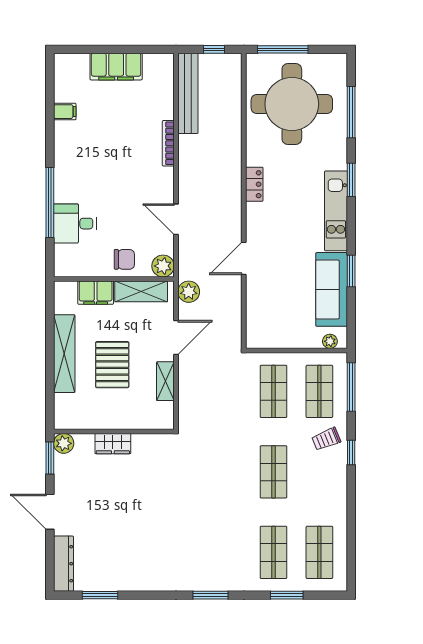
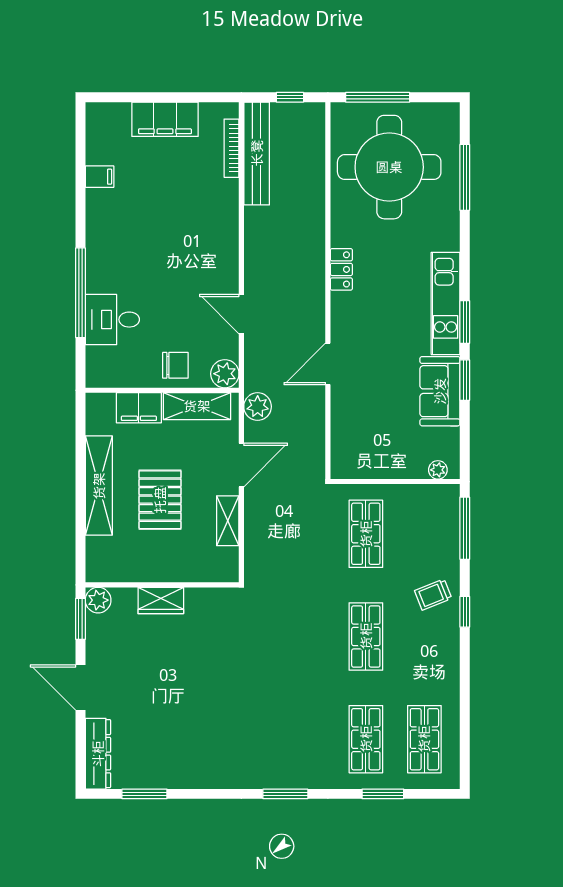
bookcase: (168, 143) -> (232, 148), moved
window: (351, 180) -> (465, 322), moved
sofa: (332, 289) -> (440, 391), width x0.73
shop shelf: (319, 391) -> (424, 534), removed

